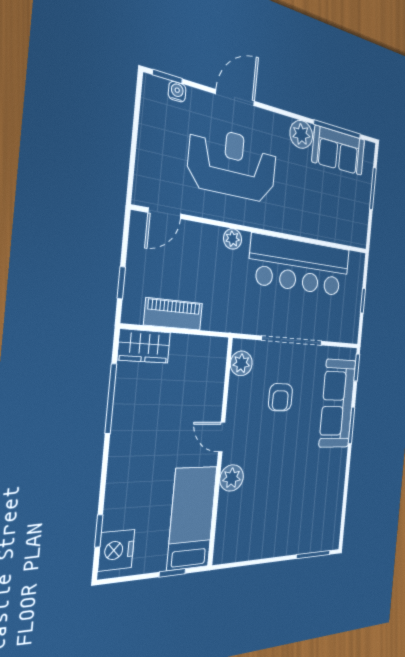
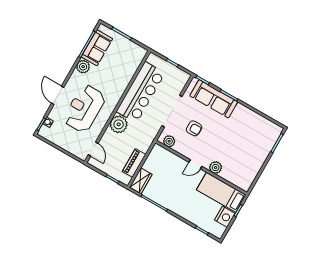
plant: (233, 239) -> (119, 124), width x1.87, depth x1.87
nightstand: (116, 550) -> (225, 217), moved, turned -90

